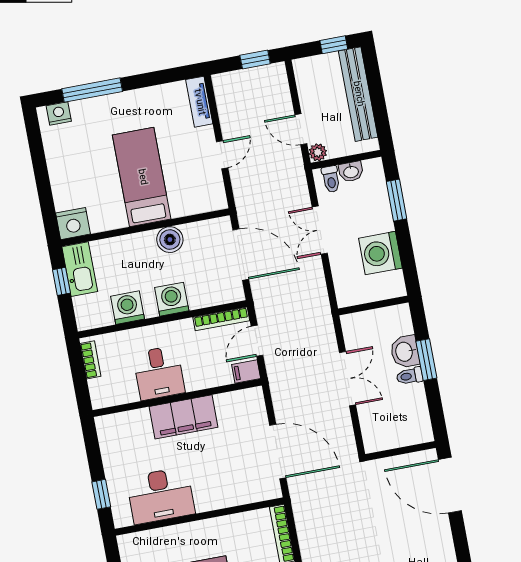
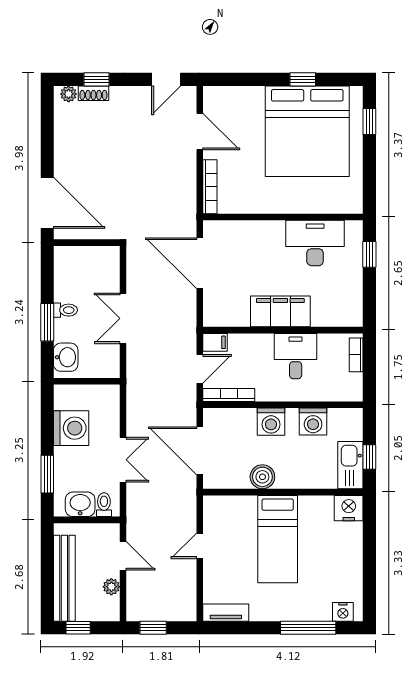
tv unit: (199, 102) -> (226, 613), moved, turned -90
plant: (318, 152) -> (111, 587), moved
washbasin: (351, 172) -> (80, 504), width x1.38, depth x1.45
washbasin: (405, 352) -> (66, 357), moved
bookcase: (90, 360) -> (356, 355), moved

